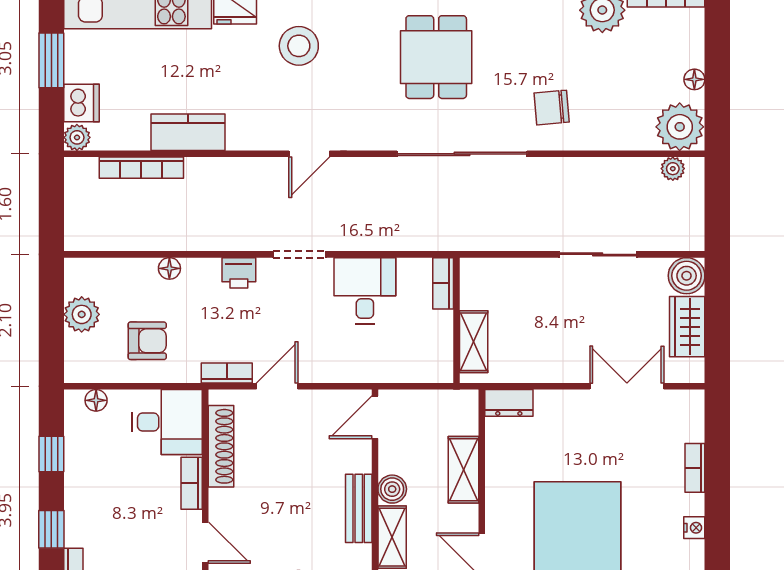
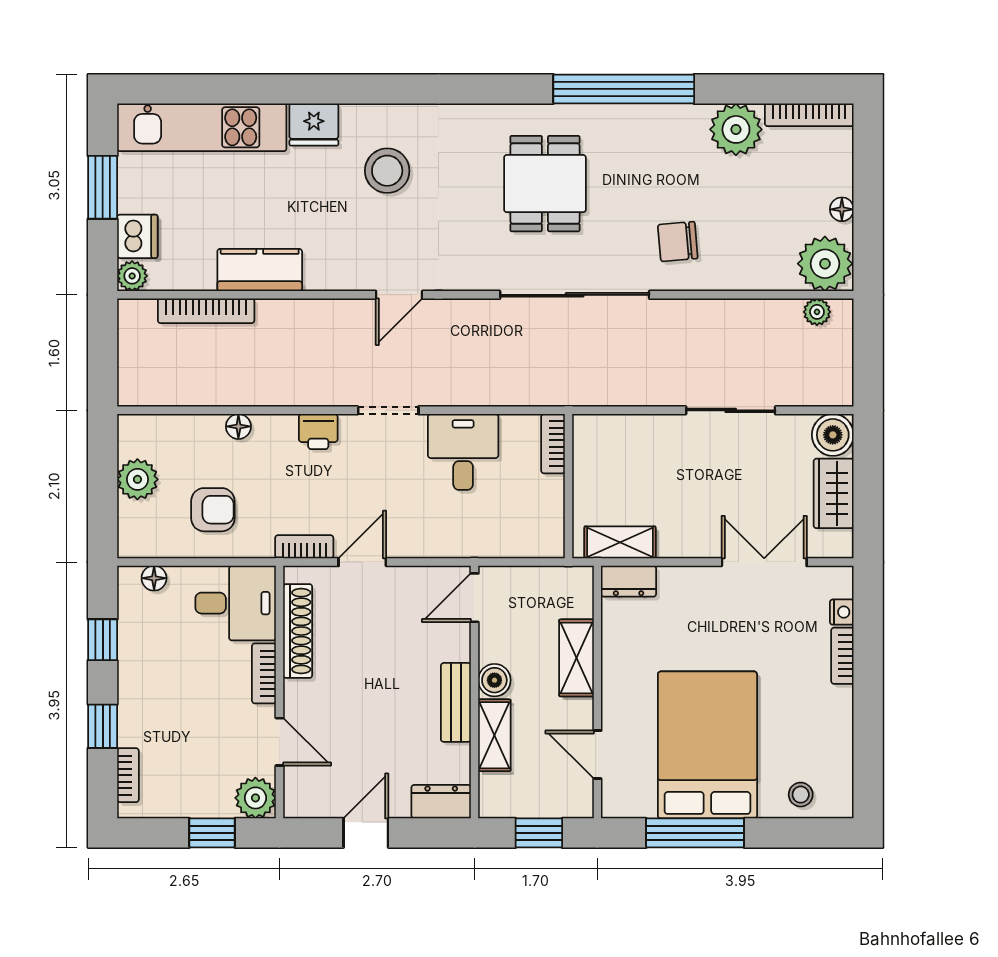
shelving: (474, 342) -> (620, 542), moved, turned 90
nightstand: (694, 528) -> (842, 612), moved

